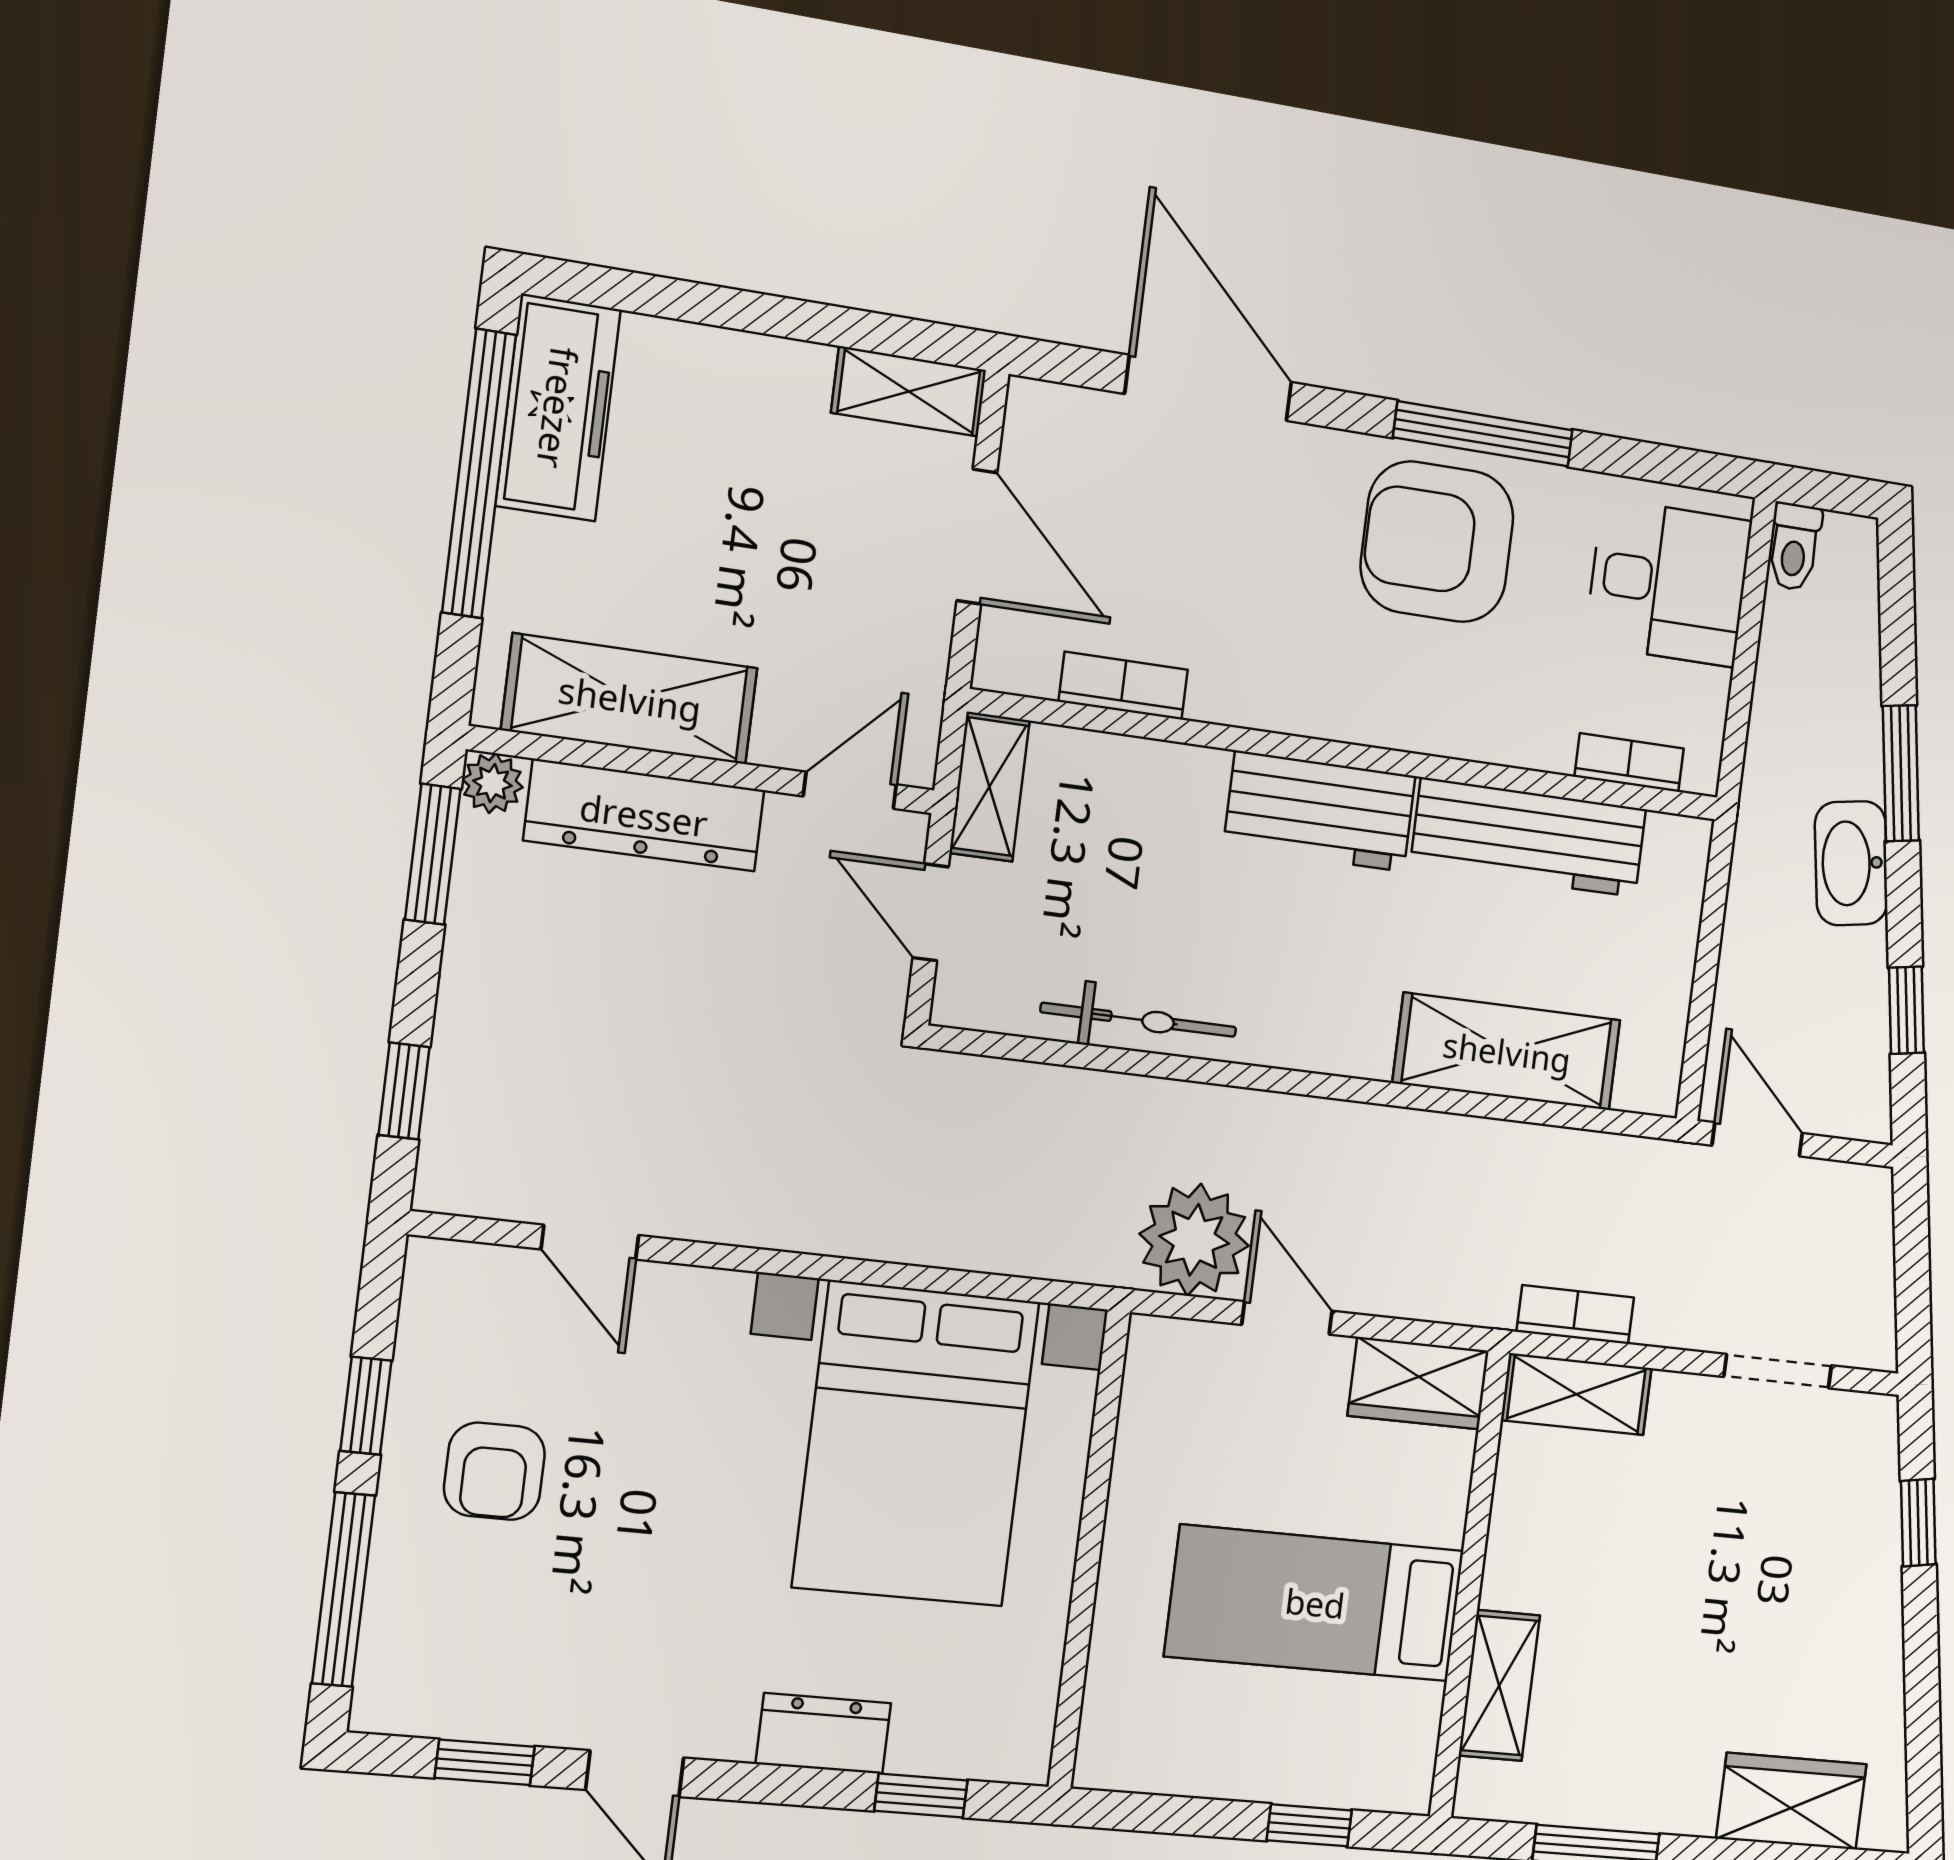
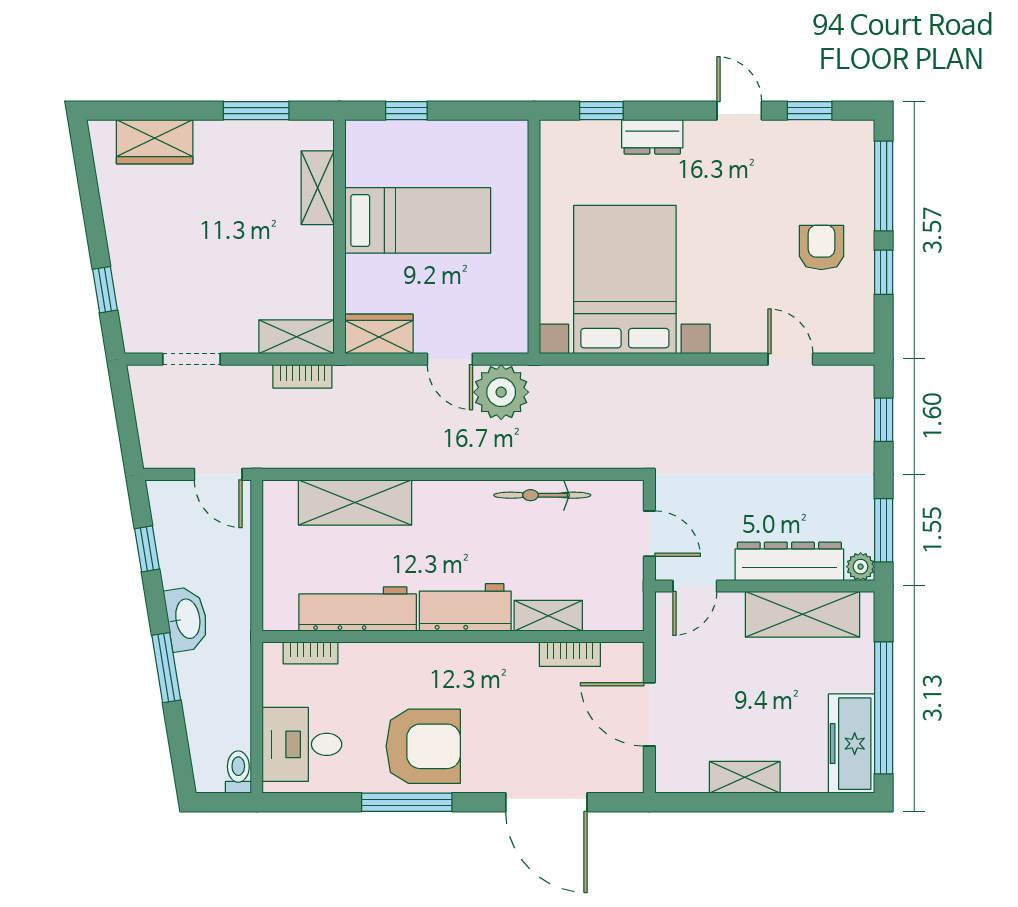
shelving: (909, 391) -> (745, 777), moved
shelving: (989, 787) -> (548, 616), moved, turned 90

